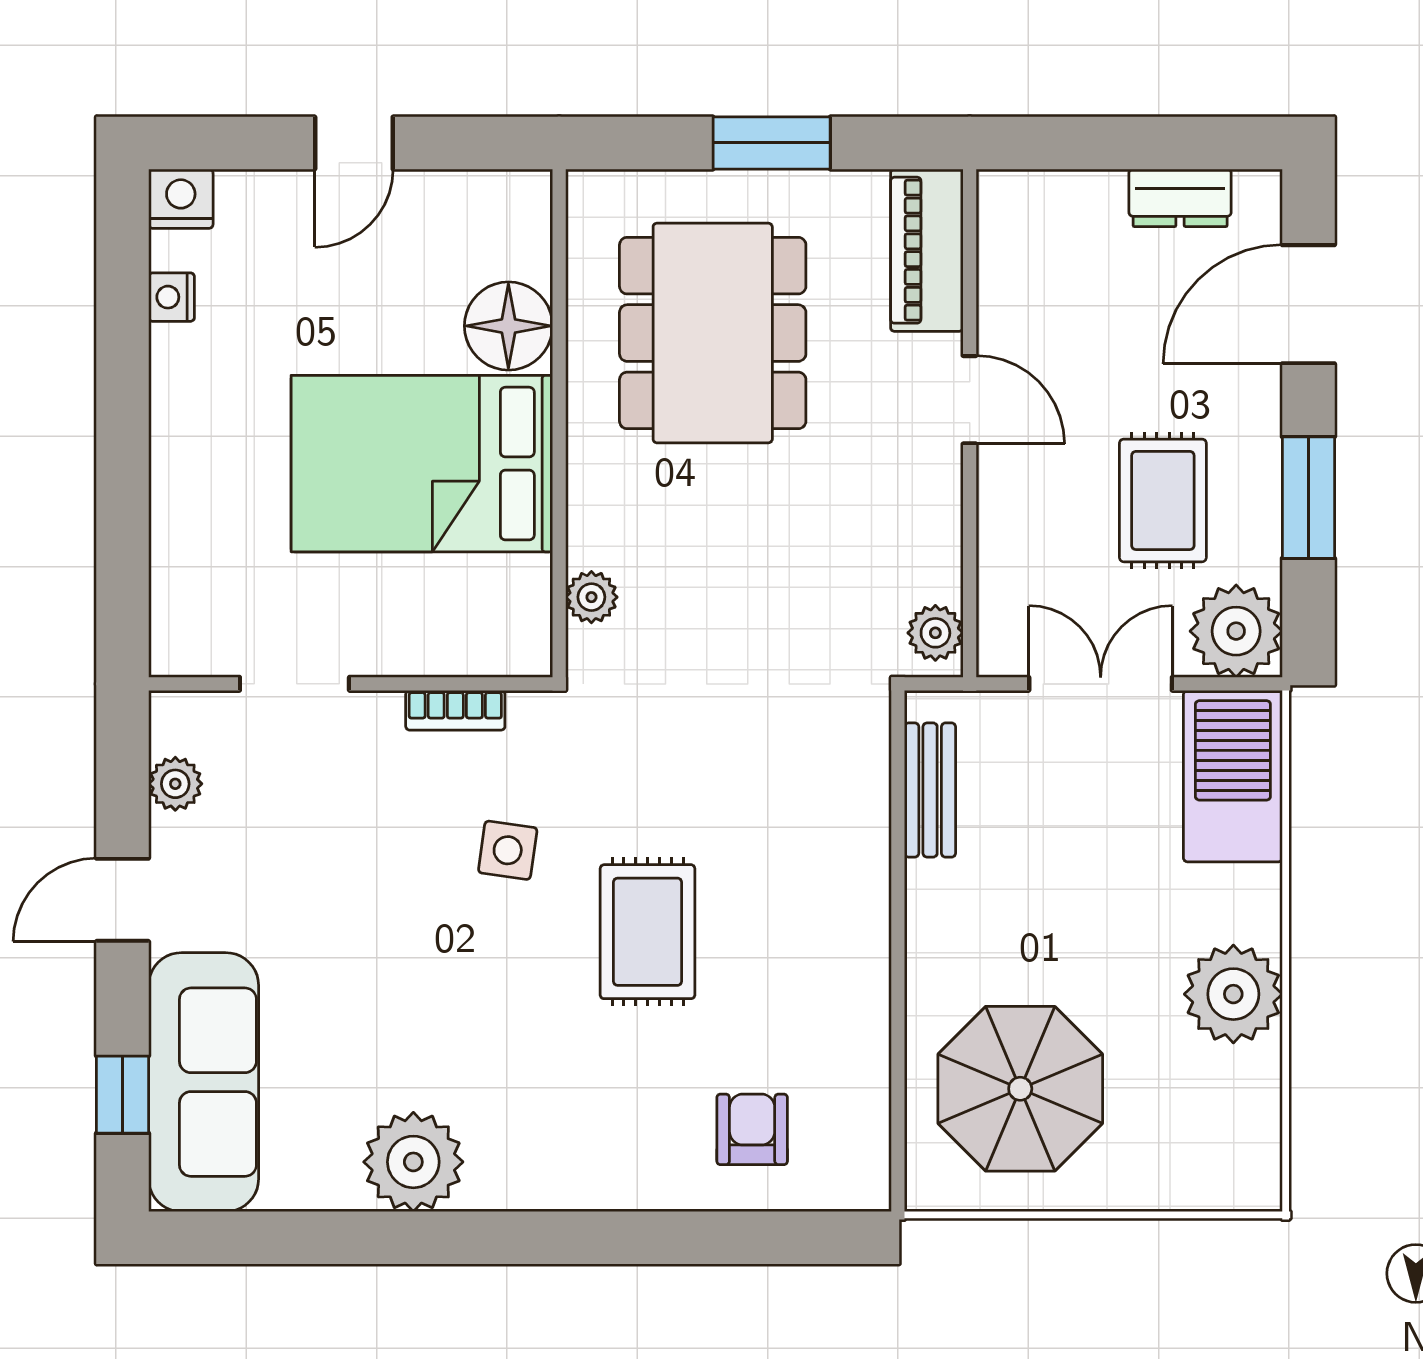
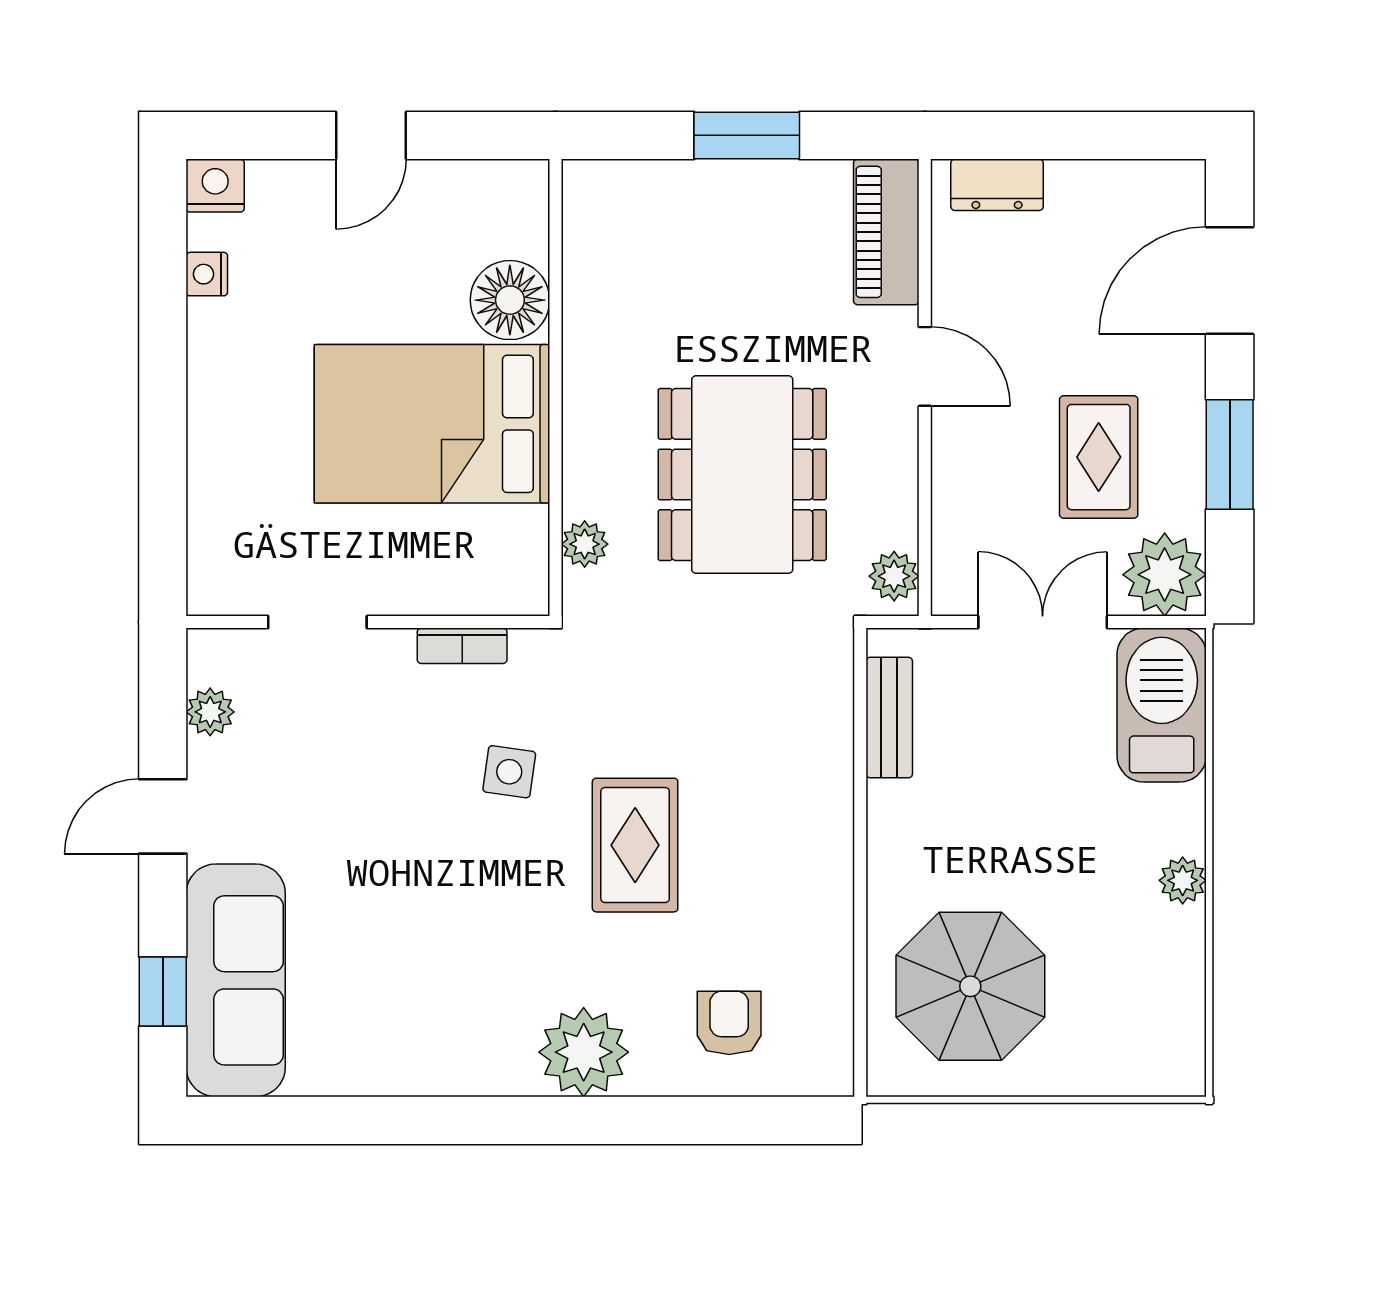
dresser: (1180, 198) -> (997, 185), moved
dining table: (713, 333) -> (742, 475), moved
plant: (1233, 994) -> (1183, 880), width x0.53, depth x0.53
plant: (413, 1162) -> (584, 1052), moved

